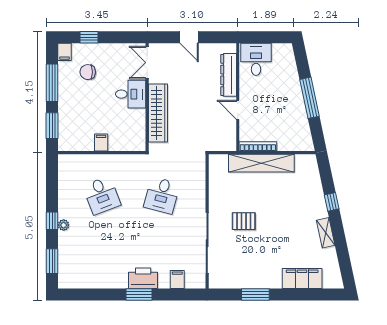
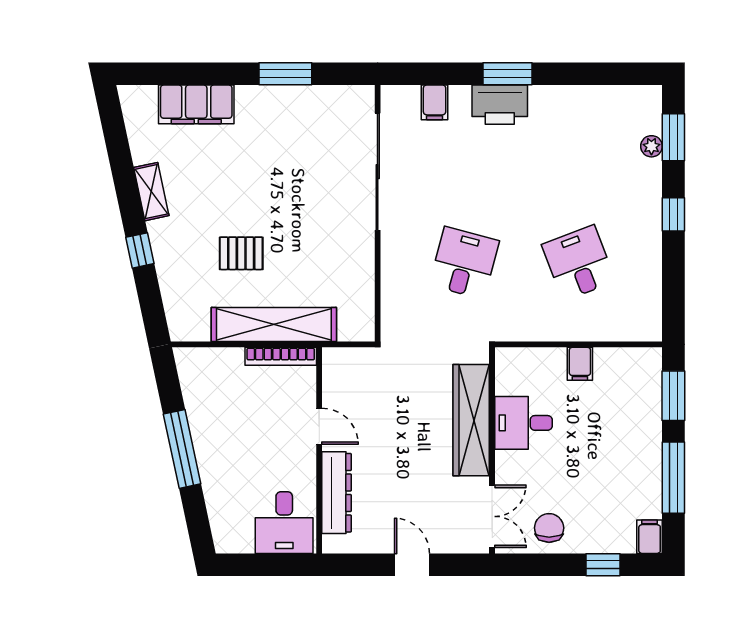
chair: (88, 72) -> (549, 528), moved, turned -90
desk: (131, 94) -> (523, 423), moved
pallet: (244, 221) -> (241, 253), moved
plant: (64, 225) -> (651, 146), moved

